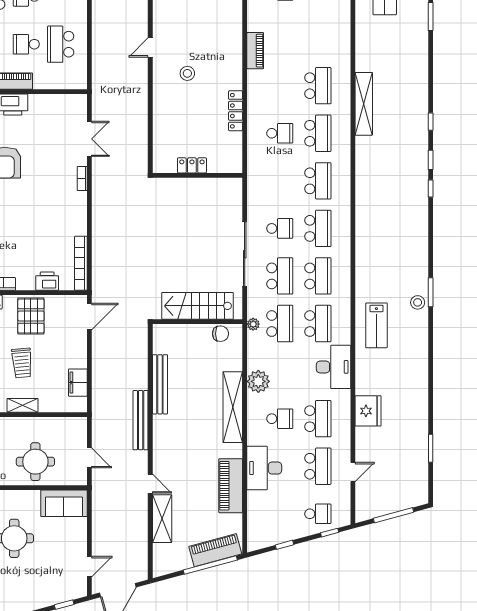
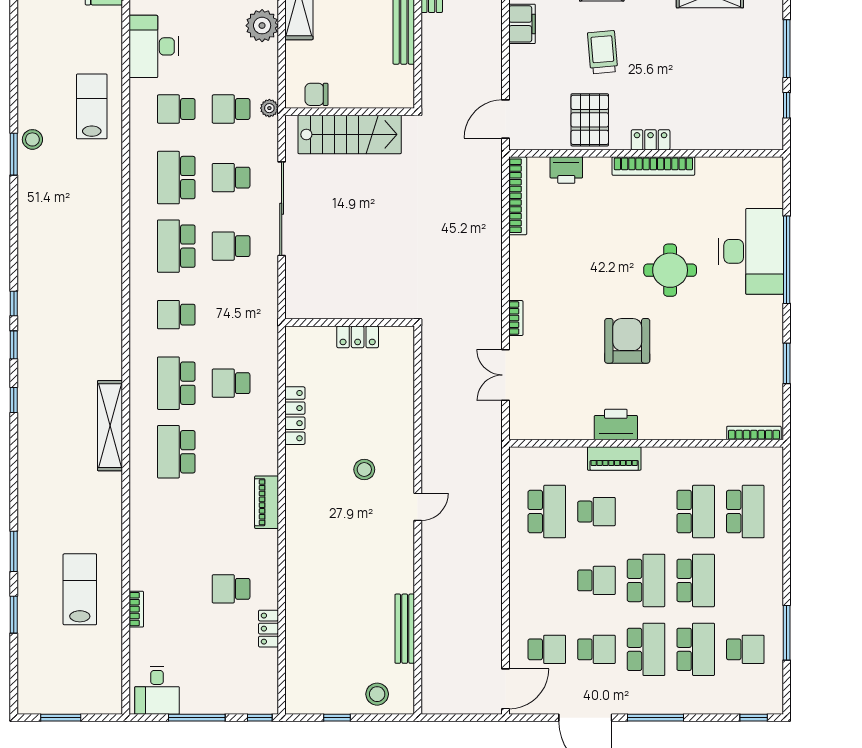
school desk: (318, 181) -> (176, 315), width x0.54
school desk: (280, 276) -> (231, 178), width x0.54
school desk: (280, 324) -> (231, 109), width x0.54
school desk: (318, 324) -> (176, 109), width x0.54

